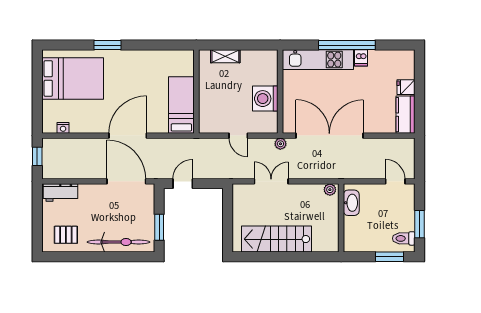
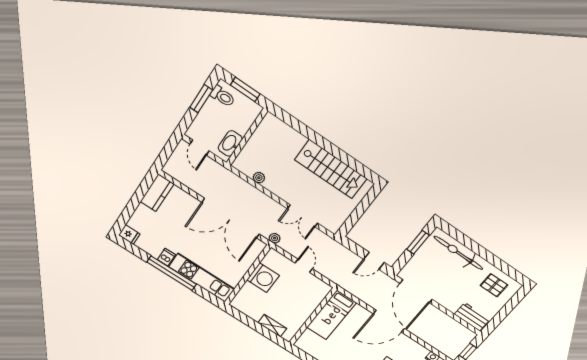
fridge: (406, 87) -> (129, 235), moved
washbasin: (351, 203) -> (230, 143), moved
wall: (341, 218) -> (247, 137), moved

